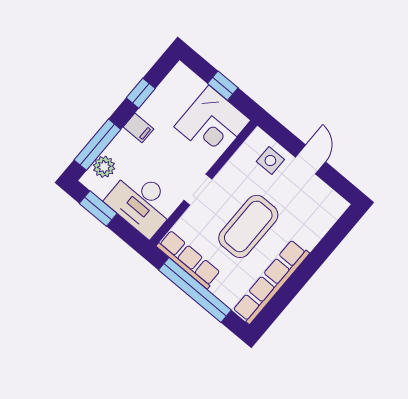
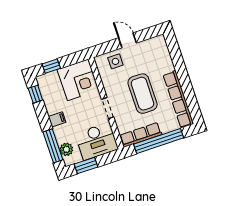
window: (223, 86) -> (51, 66), moved
window: (141, 93) -> (35, 94), moved

